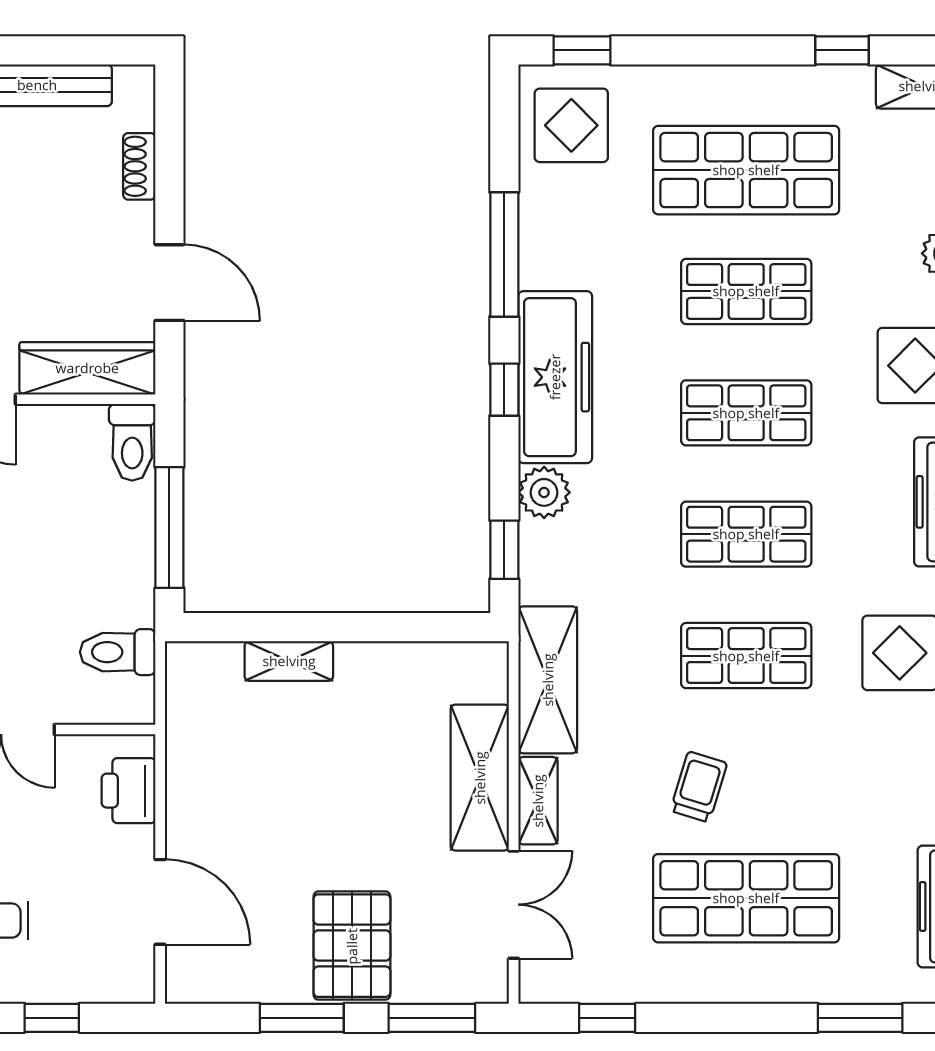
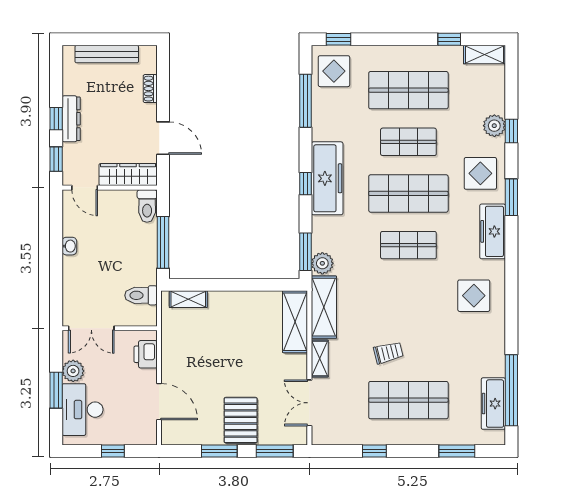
window: (504, 254) -> (305, 101), moved
shop shelf: (746, 413) -> (408, 193), width x1.43, depth x1.36
plant: (544, 492) -> (322, 263), moved
window: (504, 550) -> (305, 252), width x1.50
shop shelf: (746, 656) -> (408, 297), removed
shelving: (289, 661) -> (188, 299), moved
shelving: (480, 778) -> (295, 322), moved
trolley: (699, 787) -> (388, 353), turned 59
double door: (514, 905) -> (309, 403), swing flipped
window: (607, 1018) -> (374, 451), moved

